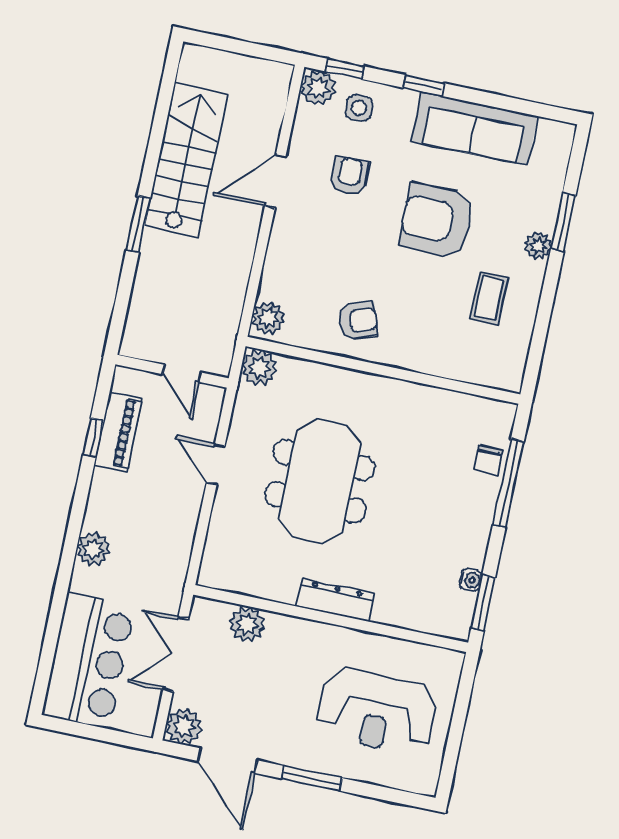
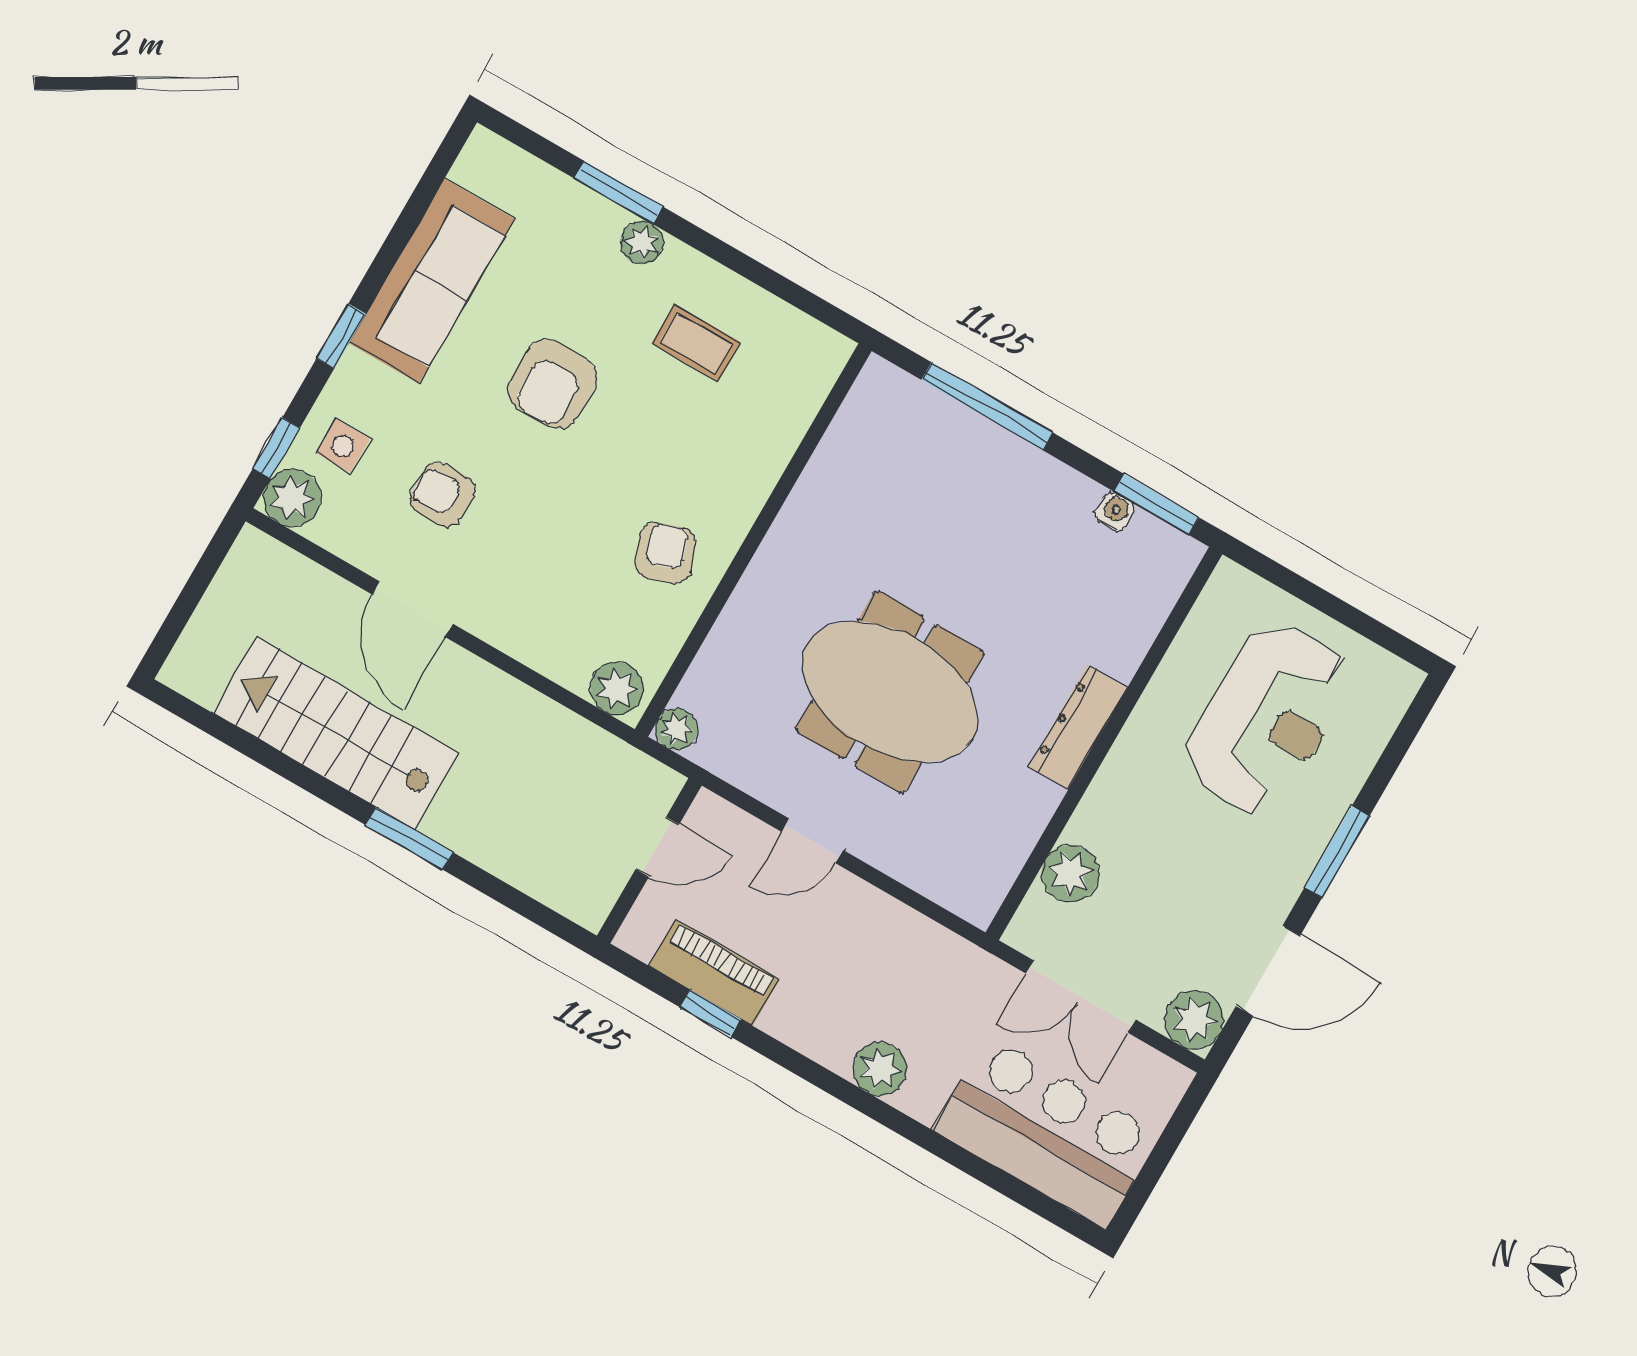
armchair: (437, 220) -> (552, 384), width x0.73, depth x0.73
plant: (259, 367) -> (676, 729), width x0.73, depth x0.73
chair: (488, 460) -> (941, 425), removed

